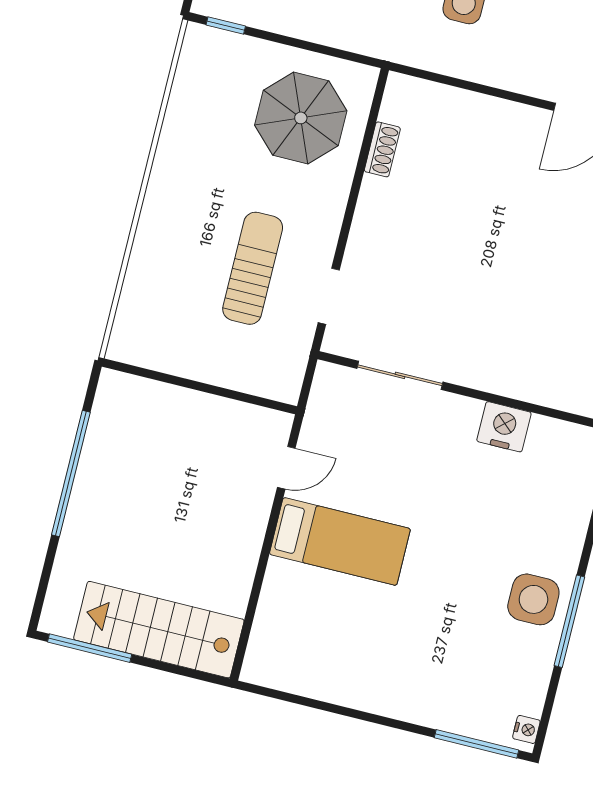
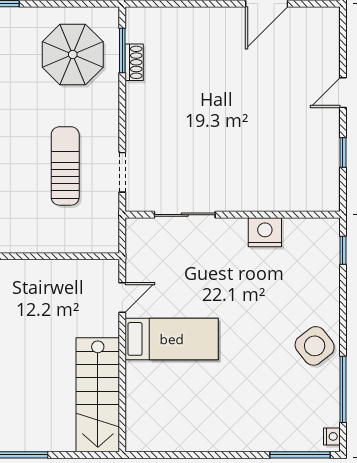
window: (370, 129) -> (122, 50), added
side table: (533, 599) -> (315, 346), turned -38
window: (569, 621) -> (343, 389), moved
stairs: (159, 630) -> (98, 395), moved, turned -90

